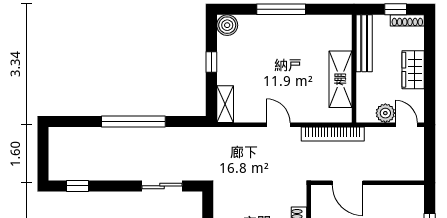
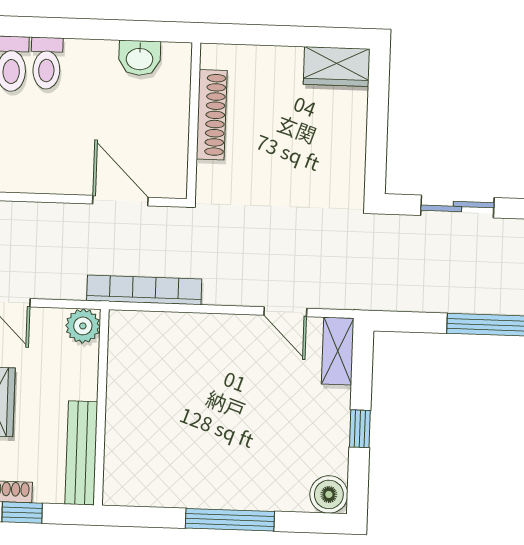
shelving: (340, 79) -> (127, 389), removed
plant: (385, 113) -> (83, 326), moved
door: (278, 125) -> (285, 312), moved

